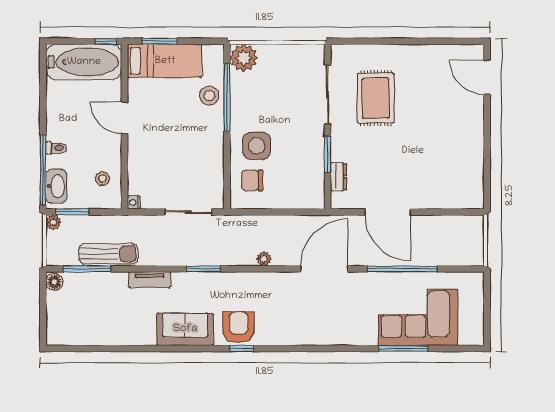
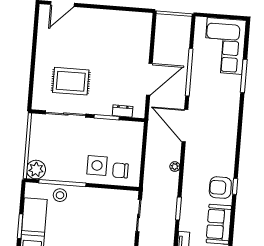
chair: (252, 180) -> (120, 170), turned 90
corner sofa: (418, 317) -> (225, 46), moved

